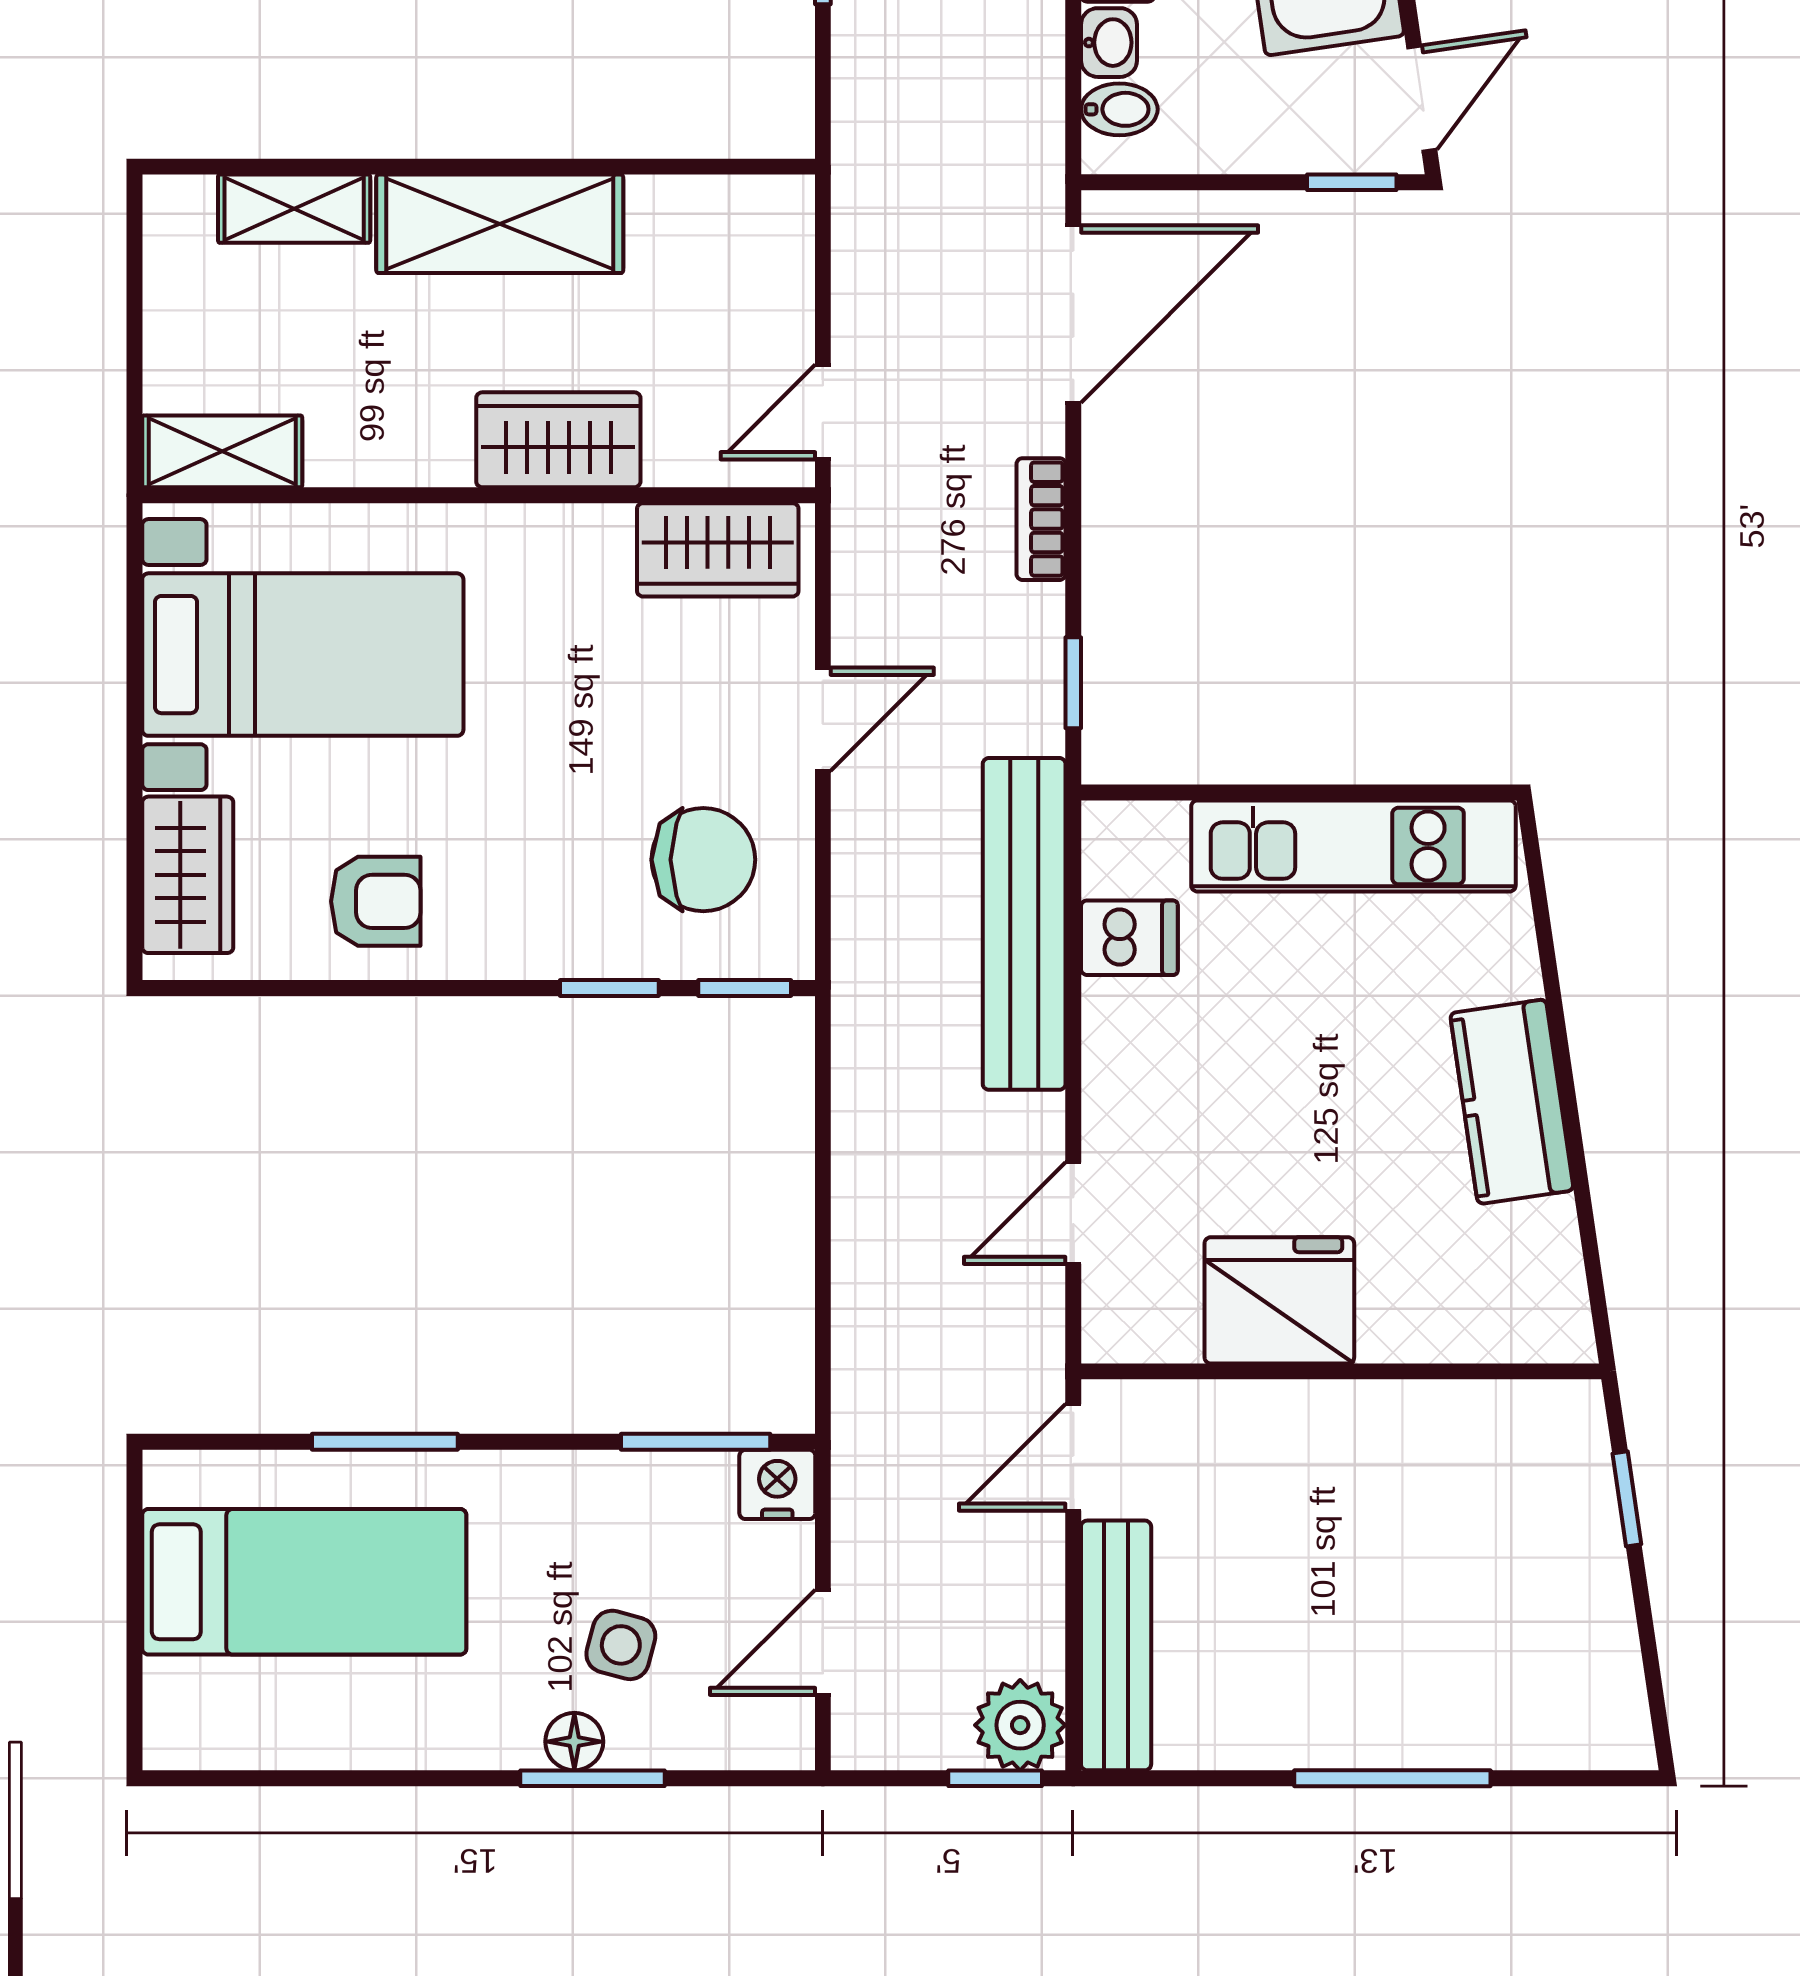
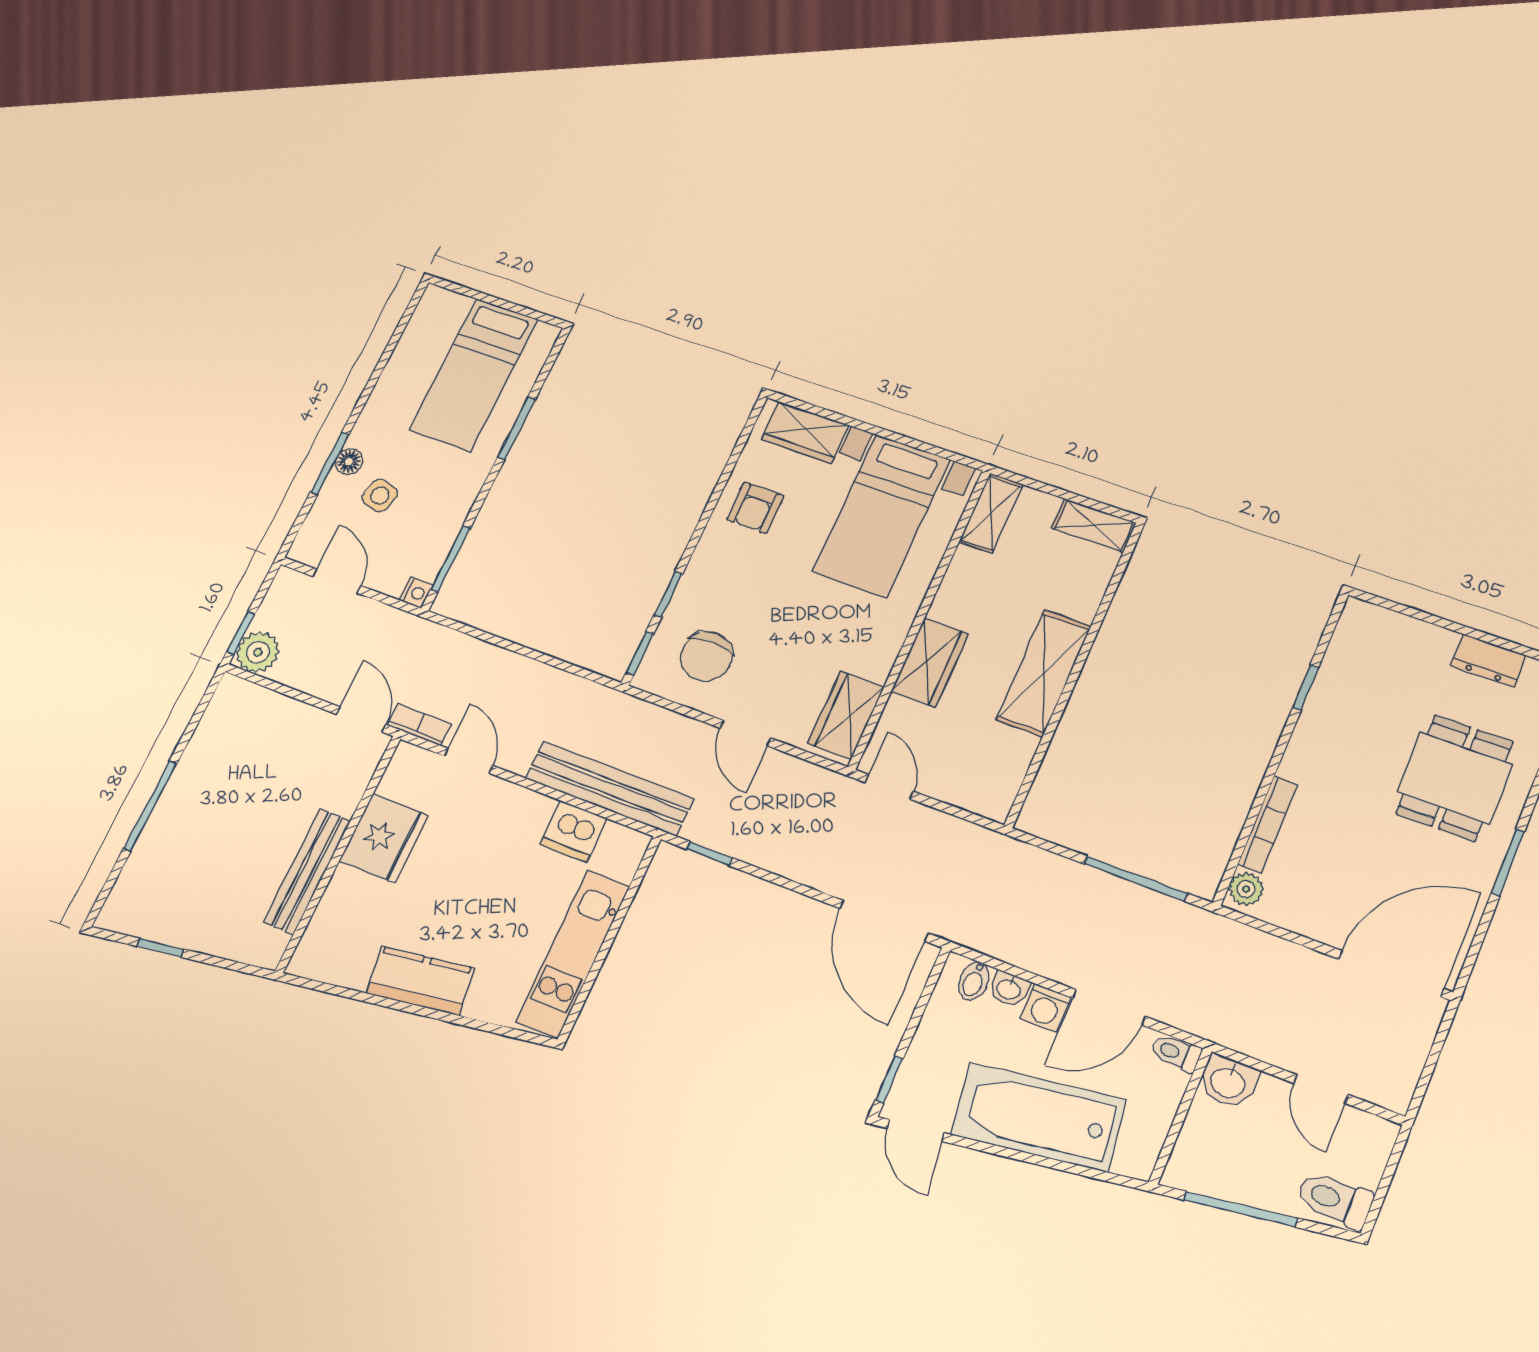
shelving: (294, 209) -> (1094, 525), moved, turned 90
bookcase: (1041, 519) -> (419, 725), moved
dishwasher: (1129, 938) -> (574, 831), width x1.38
nightstand: (777, 1484) -> (416, 593), width x0.72, depth x0.74
window: (1627, 1499) -> (160, 948), moved
bench: (1116, 1645) -> (307, 871), moved, turned 90

